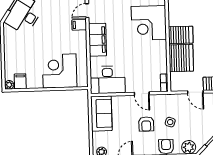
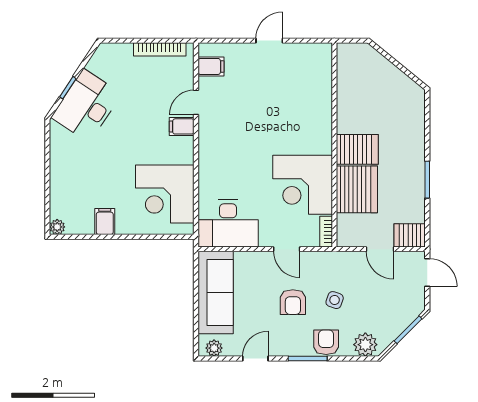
corner desk: (149, 23) -> (303, 185), moved
filing cabinet: (98, 40) -> (213, 153), removed
corner desk: (60, 71) -> (165, 194), moved, turned -90
filing cabinet: (20, 81) -> (105, 221), moved
sofa: (101, 114) -> (216, 293), width x1.36

